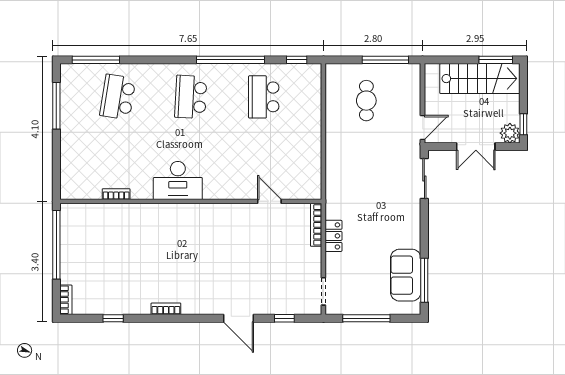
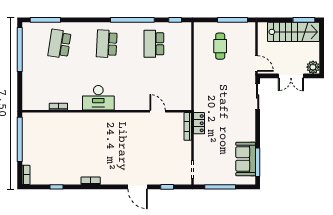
window: (56, 106) -> (20, 49), width x1.46
window: (523, 124) -> (322, 61), removed
door: (423, 127) -> (256, 64), hinge flipped
locker: (334, 236) -> (199, 123), moved

